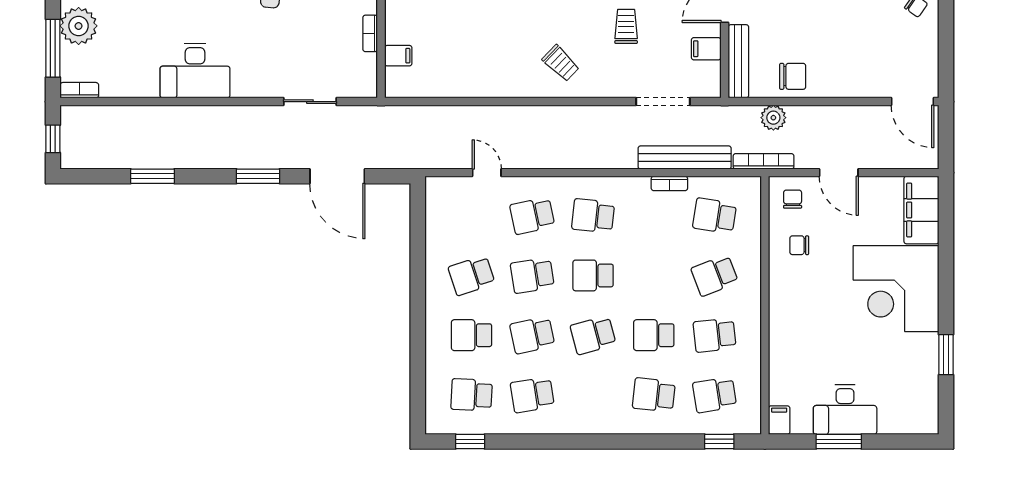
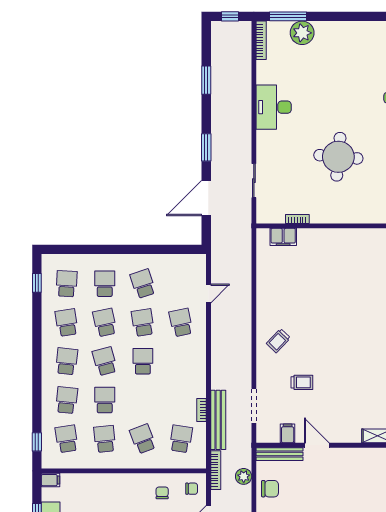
filing cabinet: (398, 56) -> (283, 237), width x2.00
chair: (793, 76) -> (270, 489), turned -90
bookcase: (79, 90) -> (261, 40), width x1.56
school desk: (593, 216) -> (67, 361), moved

